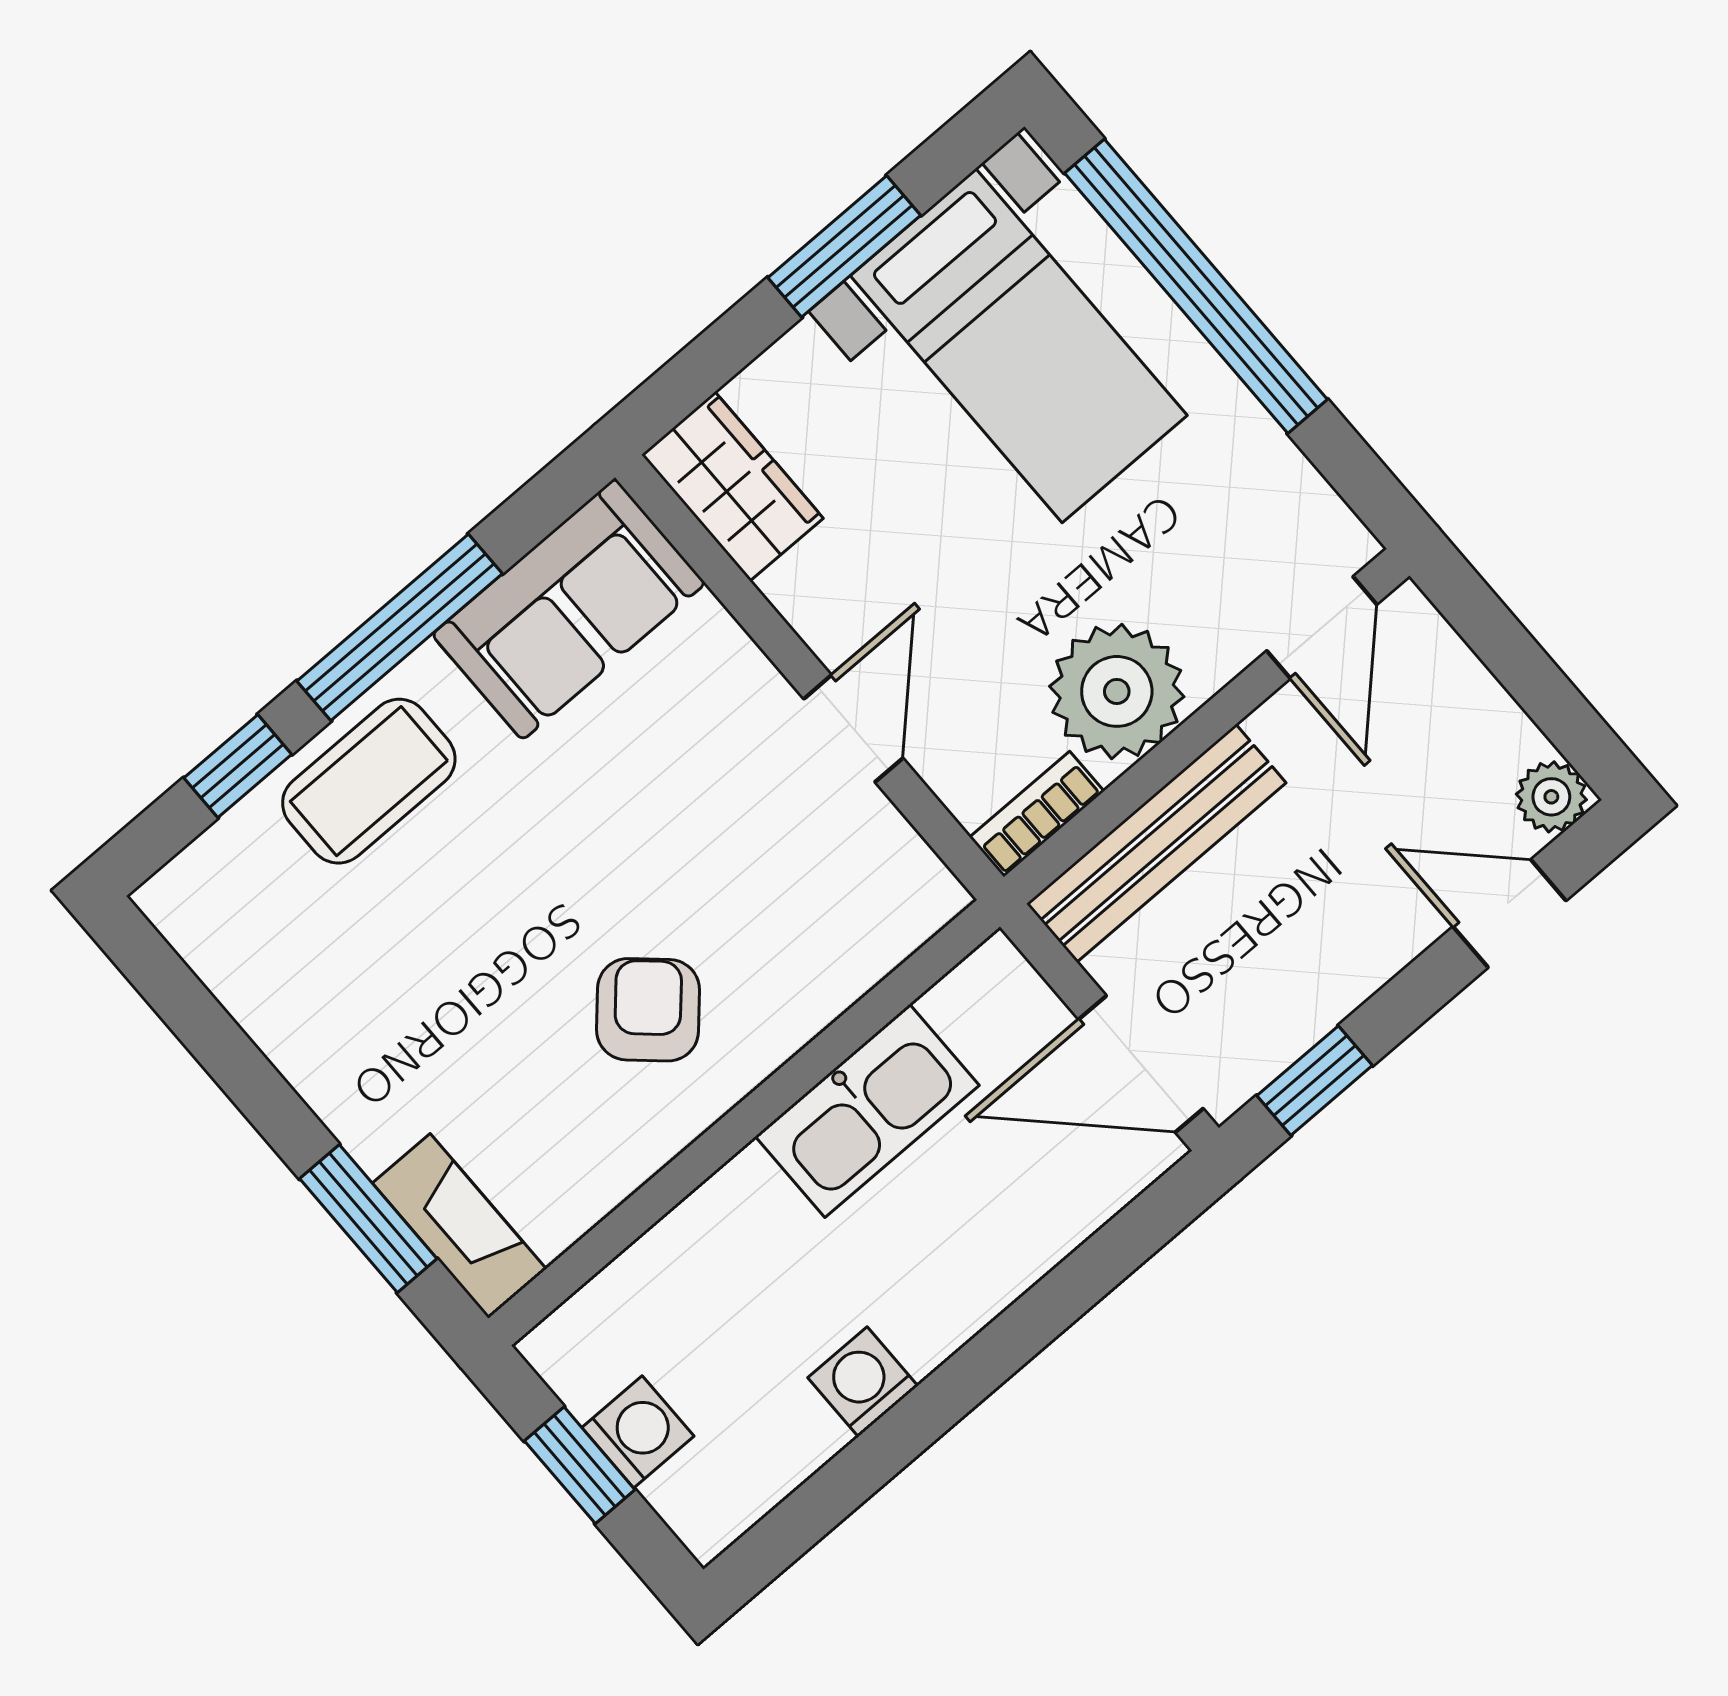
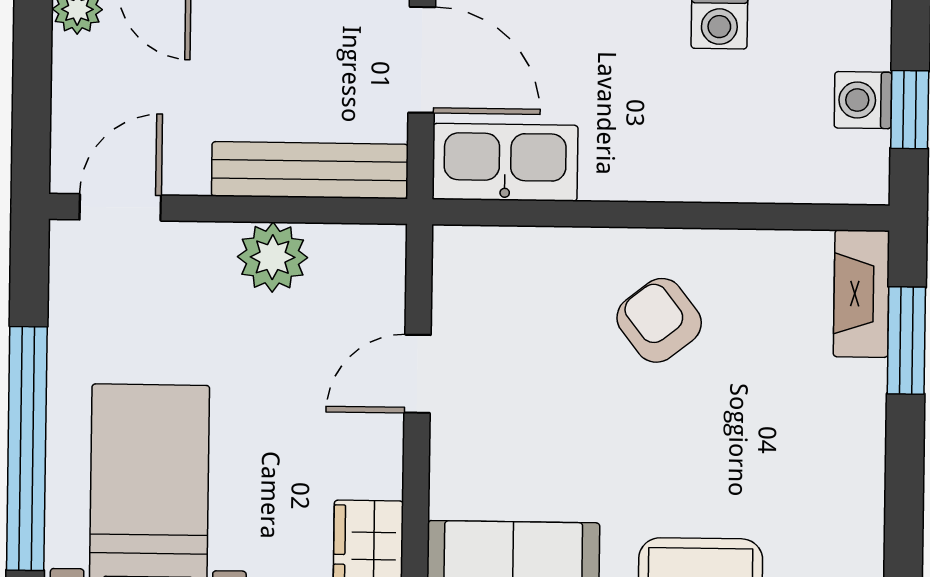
plant: (1117, 691) -> (273, 257), width x0.73, depth x0.73
bookcase: (1037, 814) -> (360, 242), removed
armchair: (648, 1010) -> (659, 320), turned 100
kitchen sink: (867, 1111) -> (505, 162), moved

